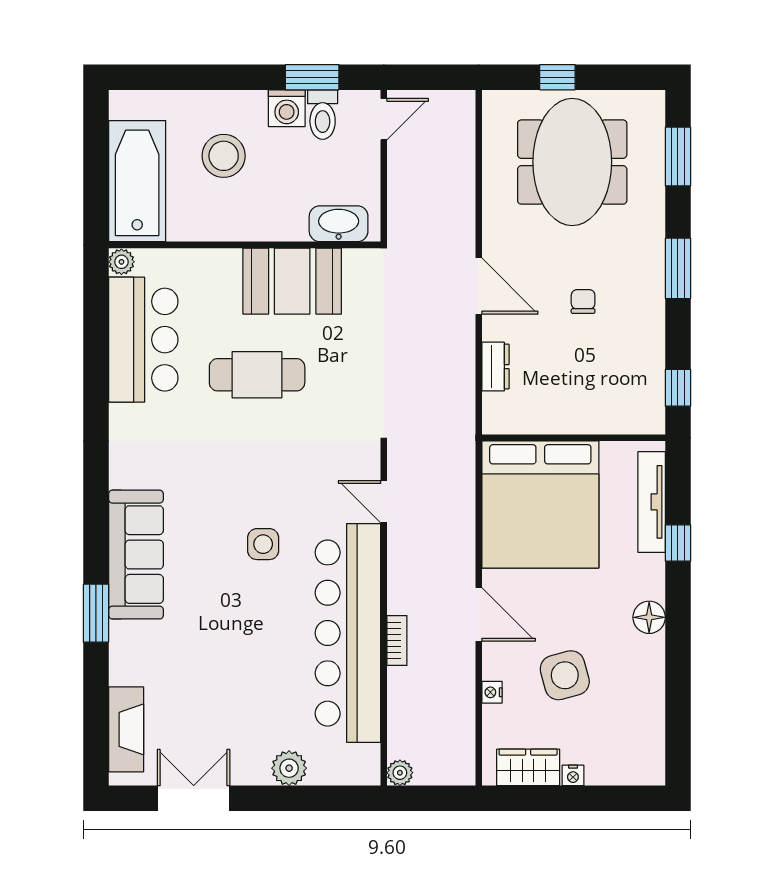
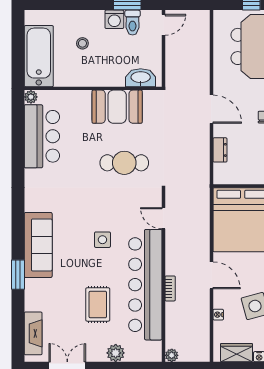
stool: (224, 156) -> (82, 43), width x0.53, depth x0.53
cafe table: (257, 375) -> (124, 163), moved
rug: (254, 672) -> (98, 304), added

